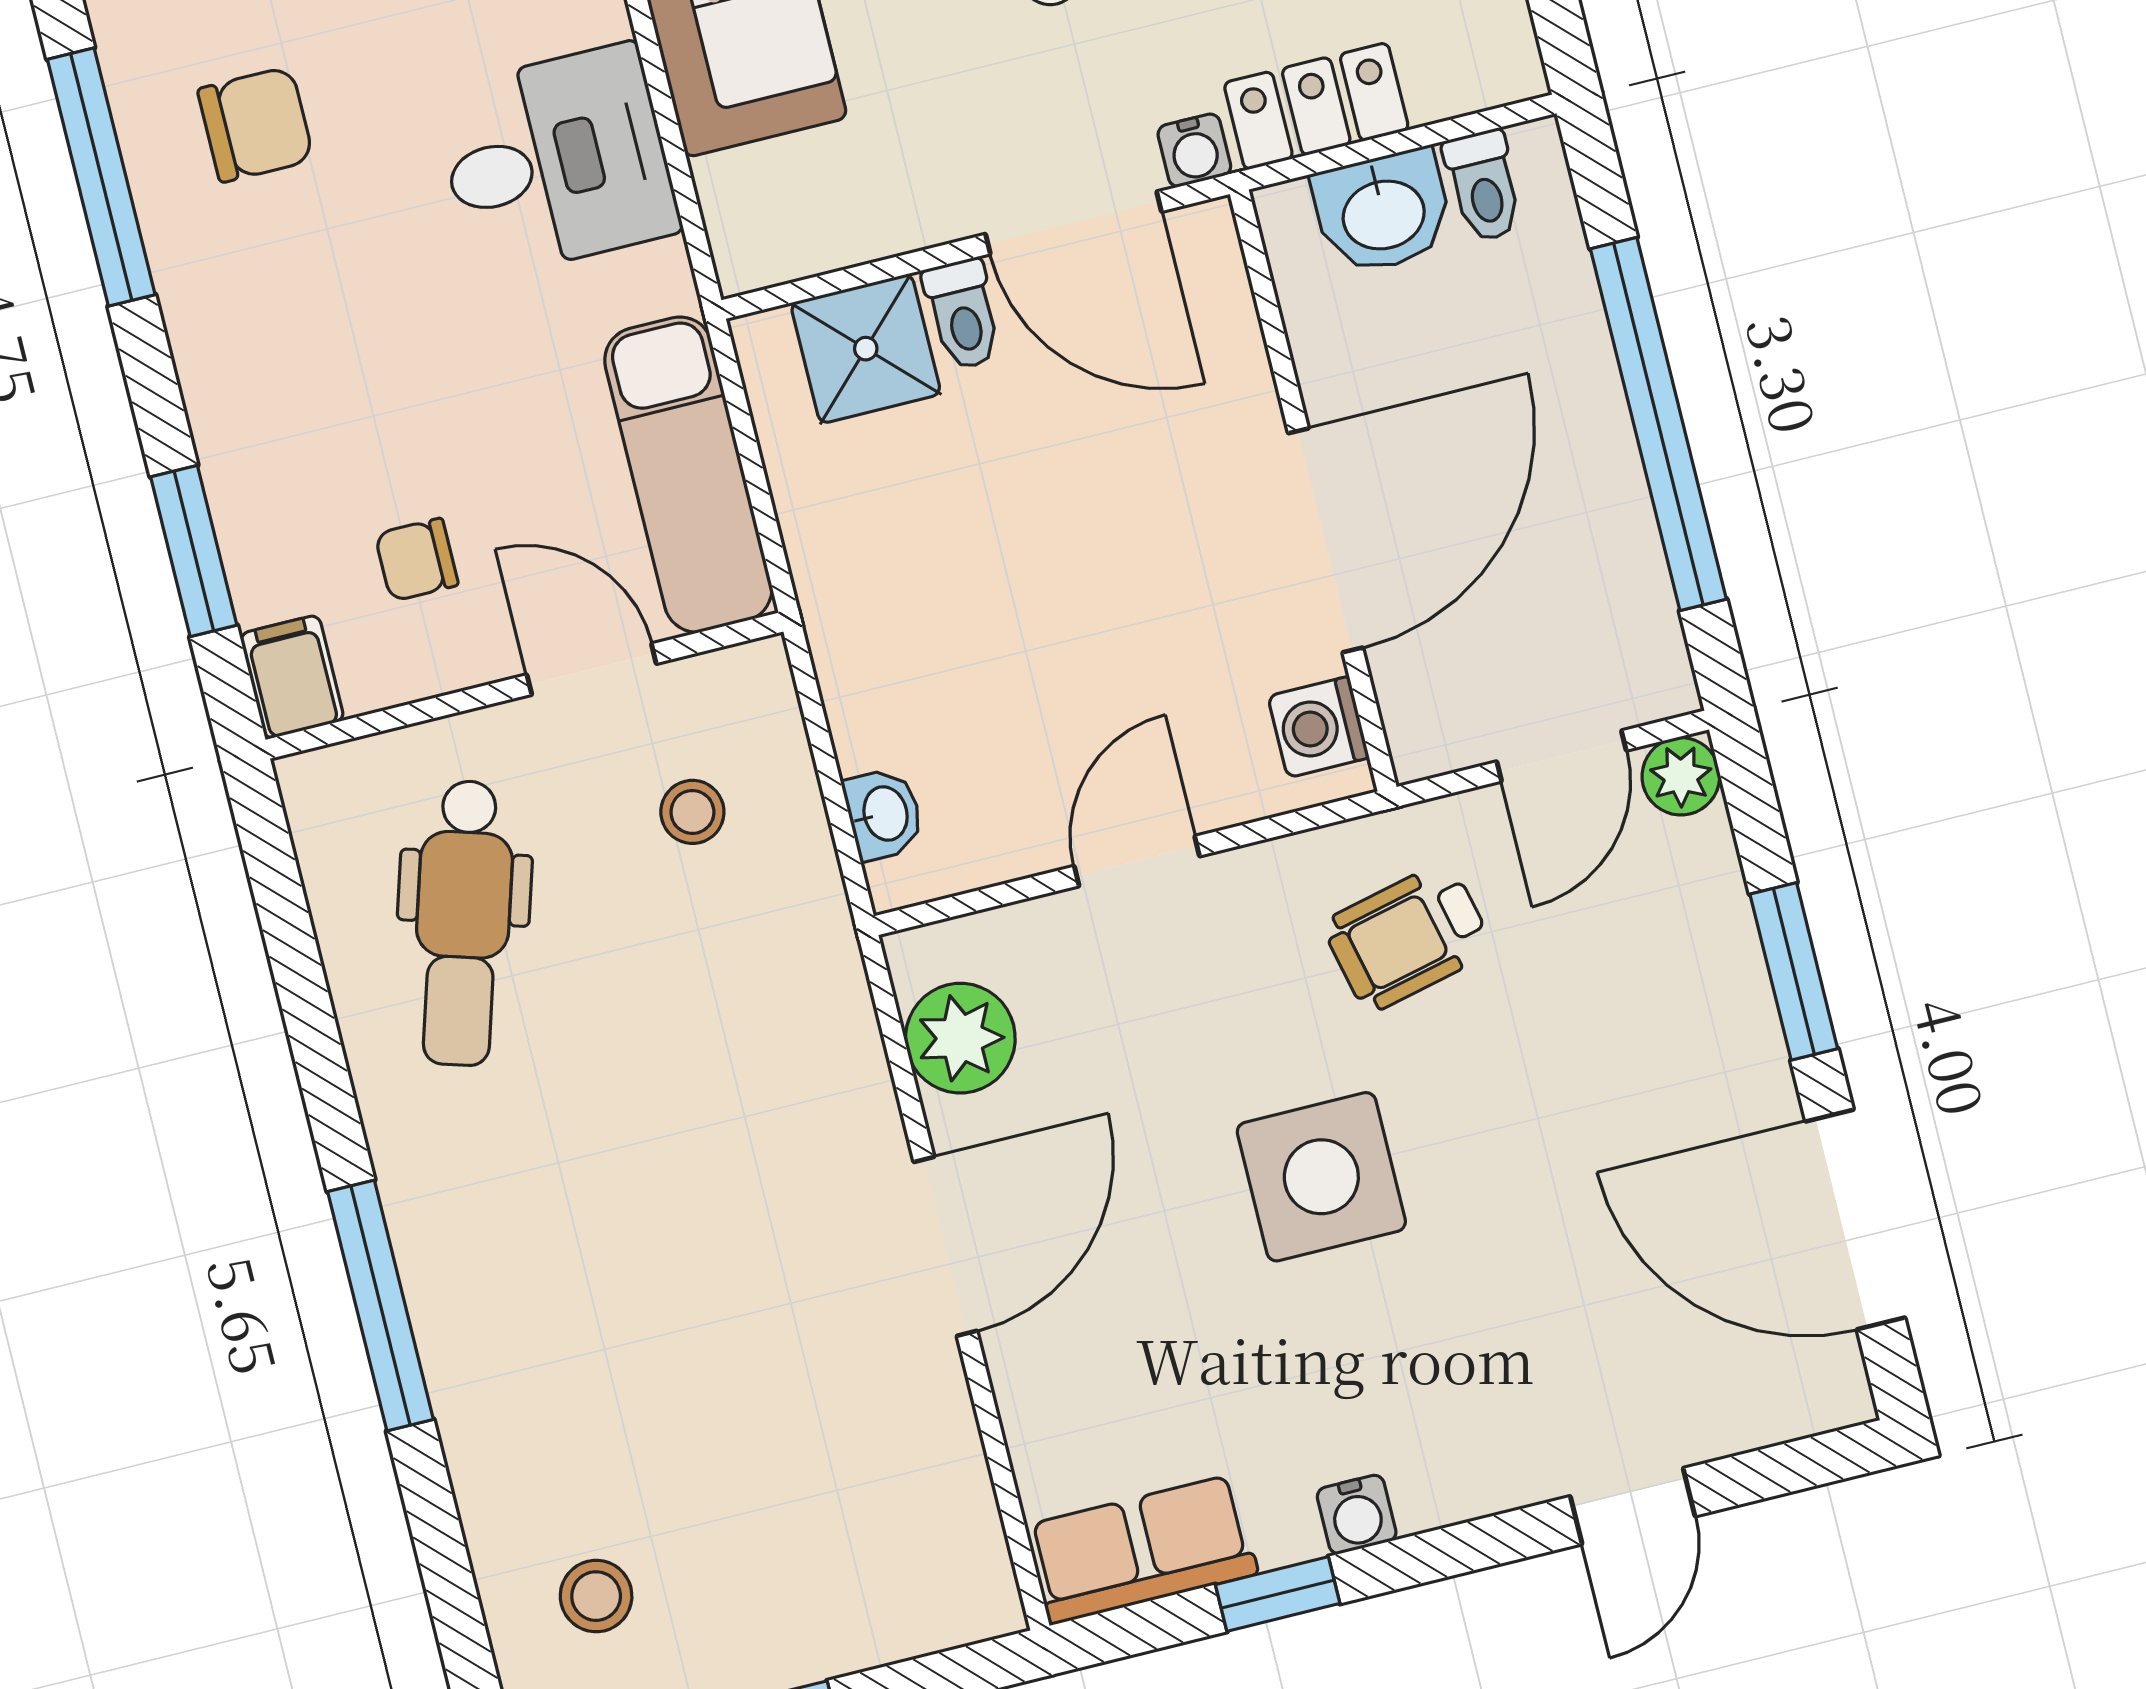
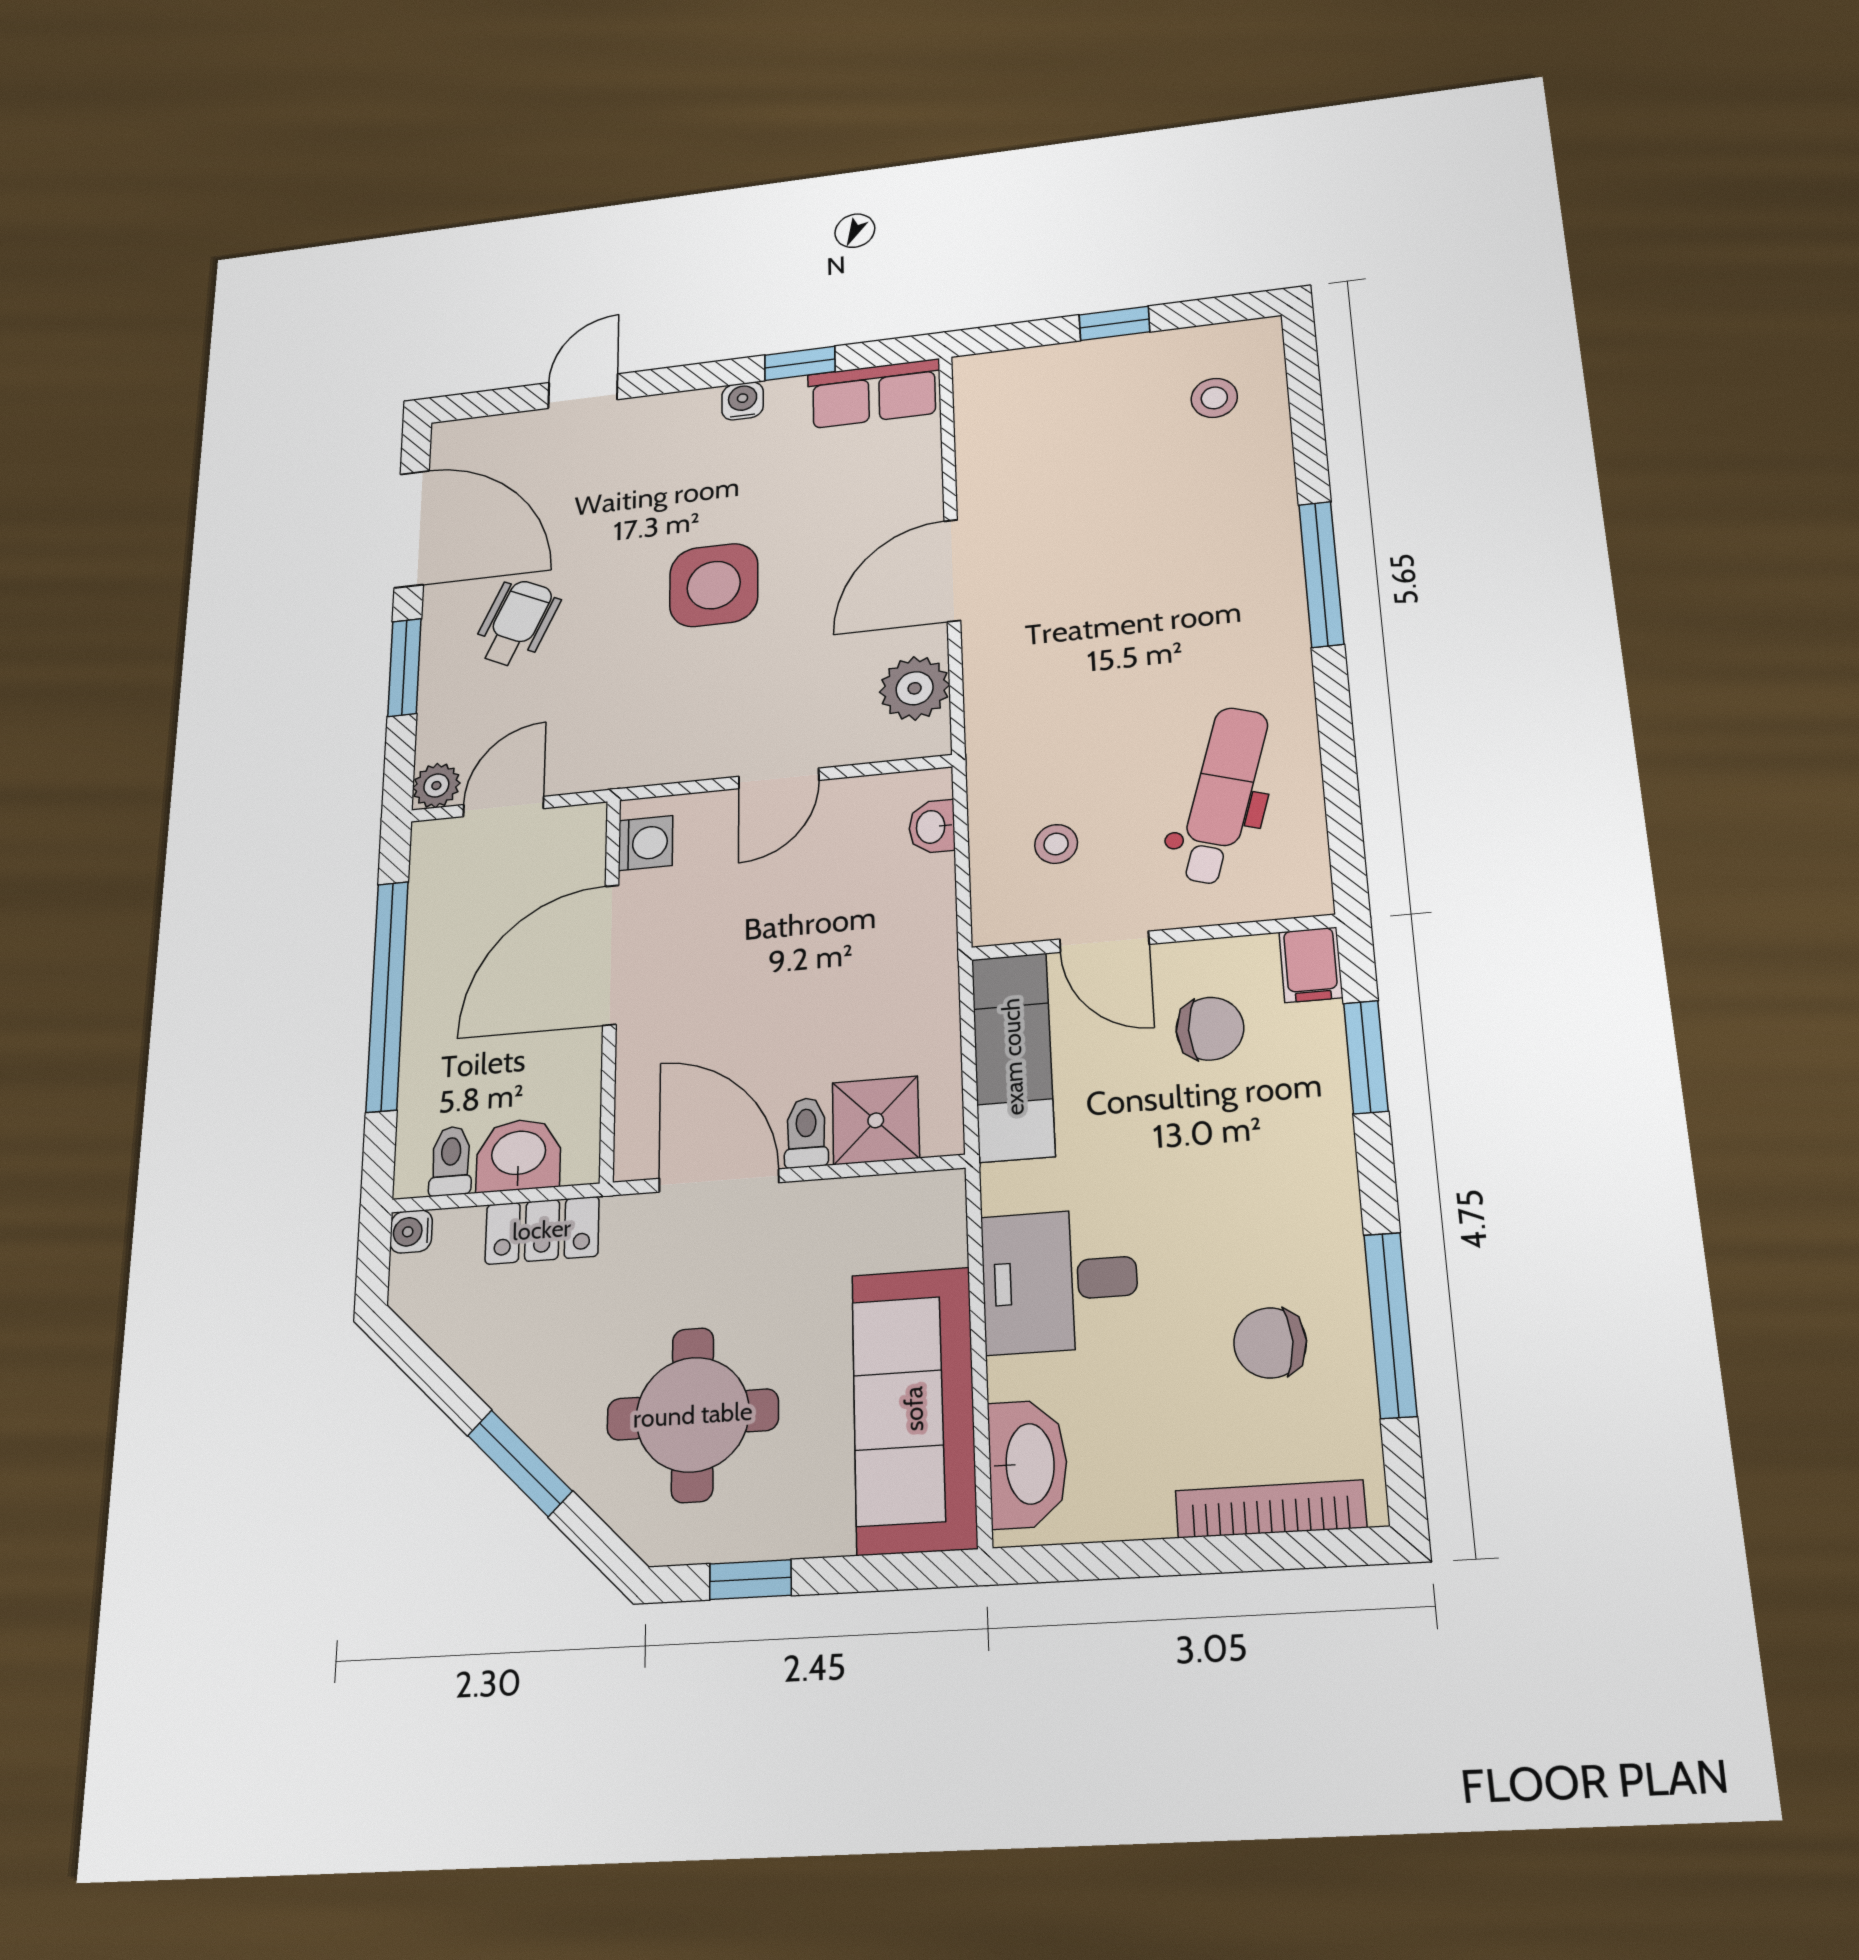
water cooler: (1194, 150) -> (411, 1232), moved, turned -90
chair: (417, 560) -> (1210, 1029), width x1.37, depth x1.37
wheelchair: (1408, 937) -> (516, 623), moved, turned -52

